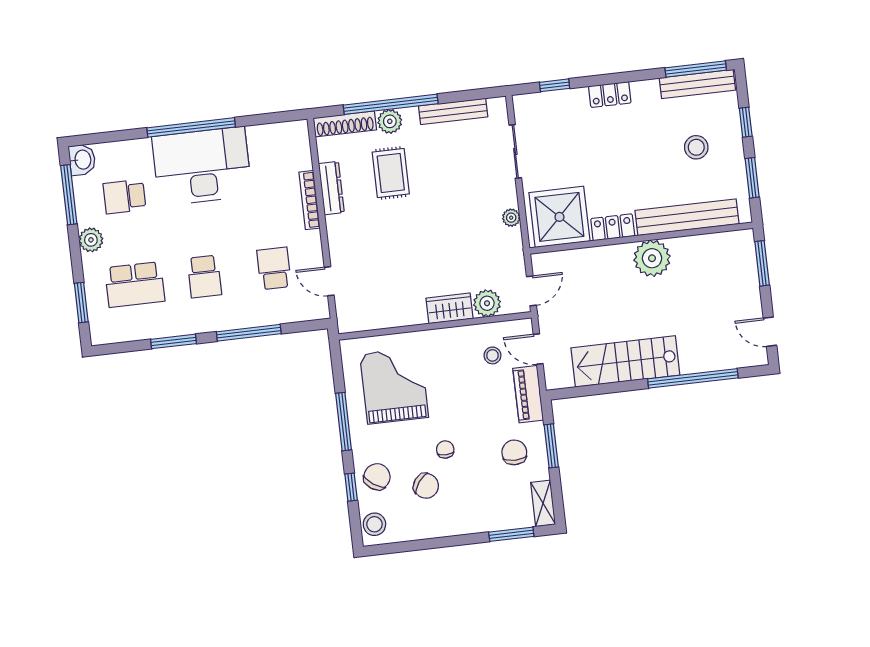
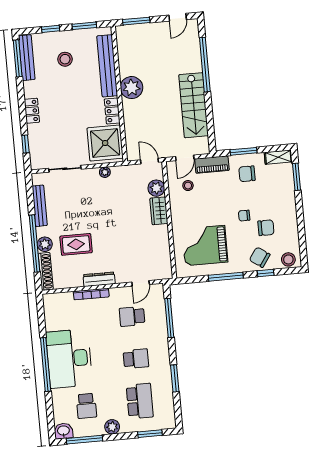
dresser: (331, 188) -> (99, 279), moved
window: (249, 333) -> (169, 318), moved
chair: (426, 486) -> (266, 228), turned 54

